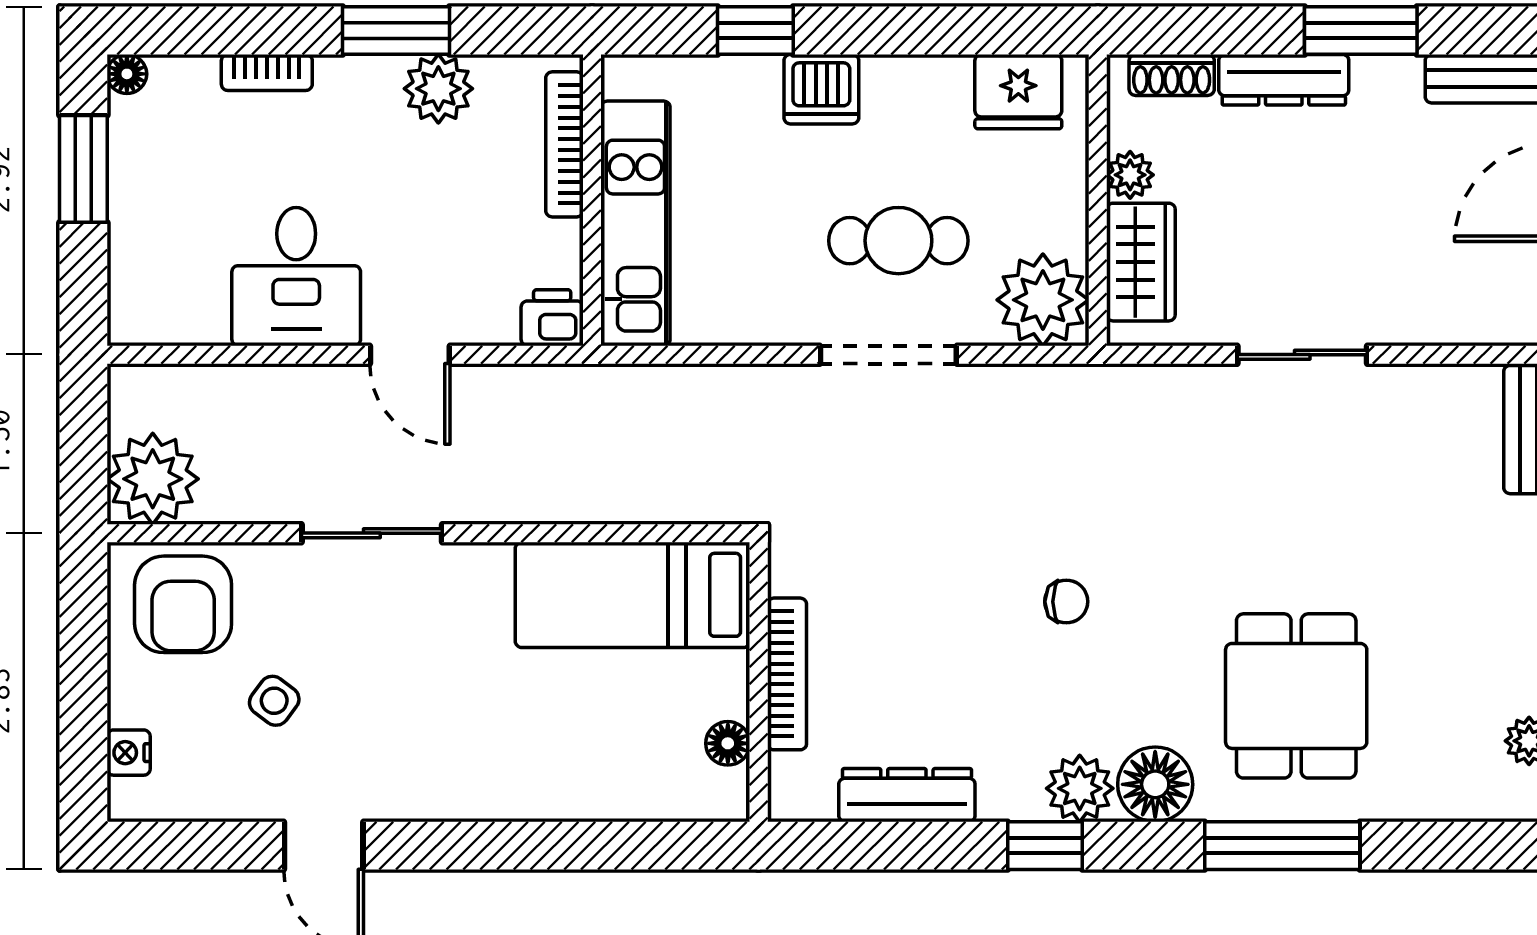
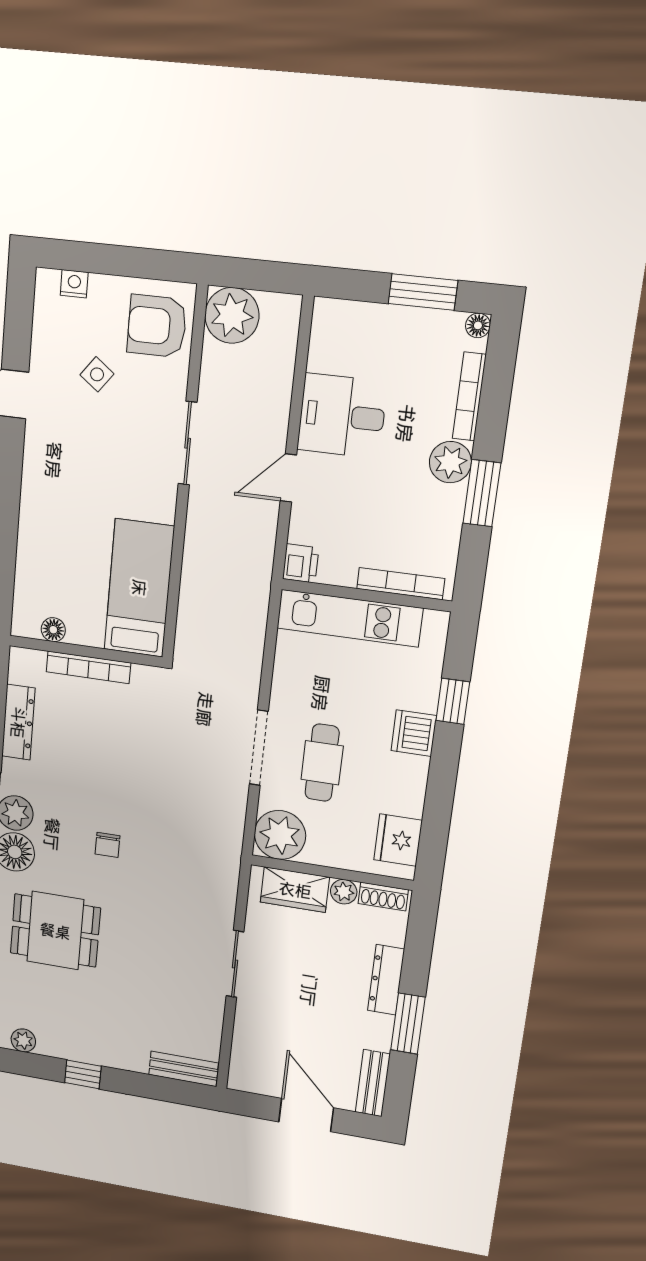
bookcase: (267, 72) -> (469, 397), width x1.56
shoe rack: (1172, 75) -> (383, 897), moved, turned -90
plant: (438, 89) -> (450, 462), moved
chair: (1066, 602) -> (108, 845), moved

